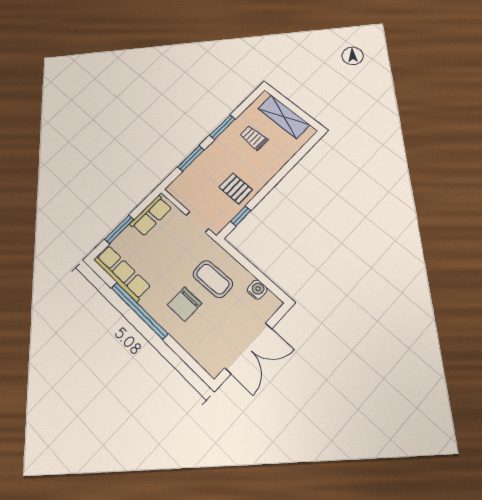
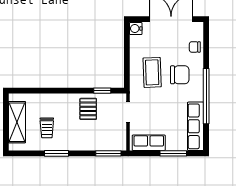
window: (191, 158) -> (108, 153), moved
water cooler: (257, 290) -> (136, 29), moved
chair: (197, 346) -> (195, 47), added

